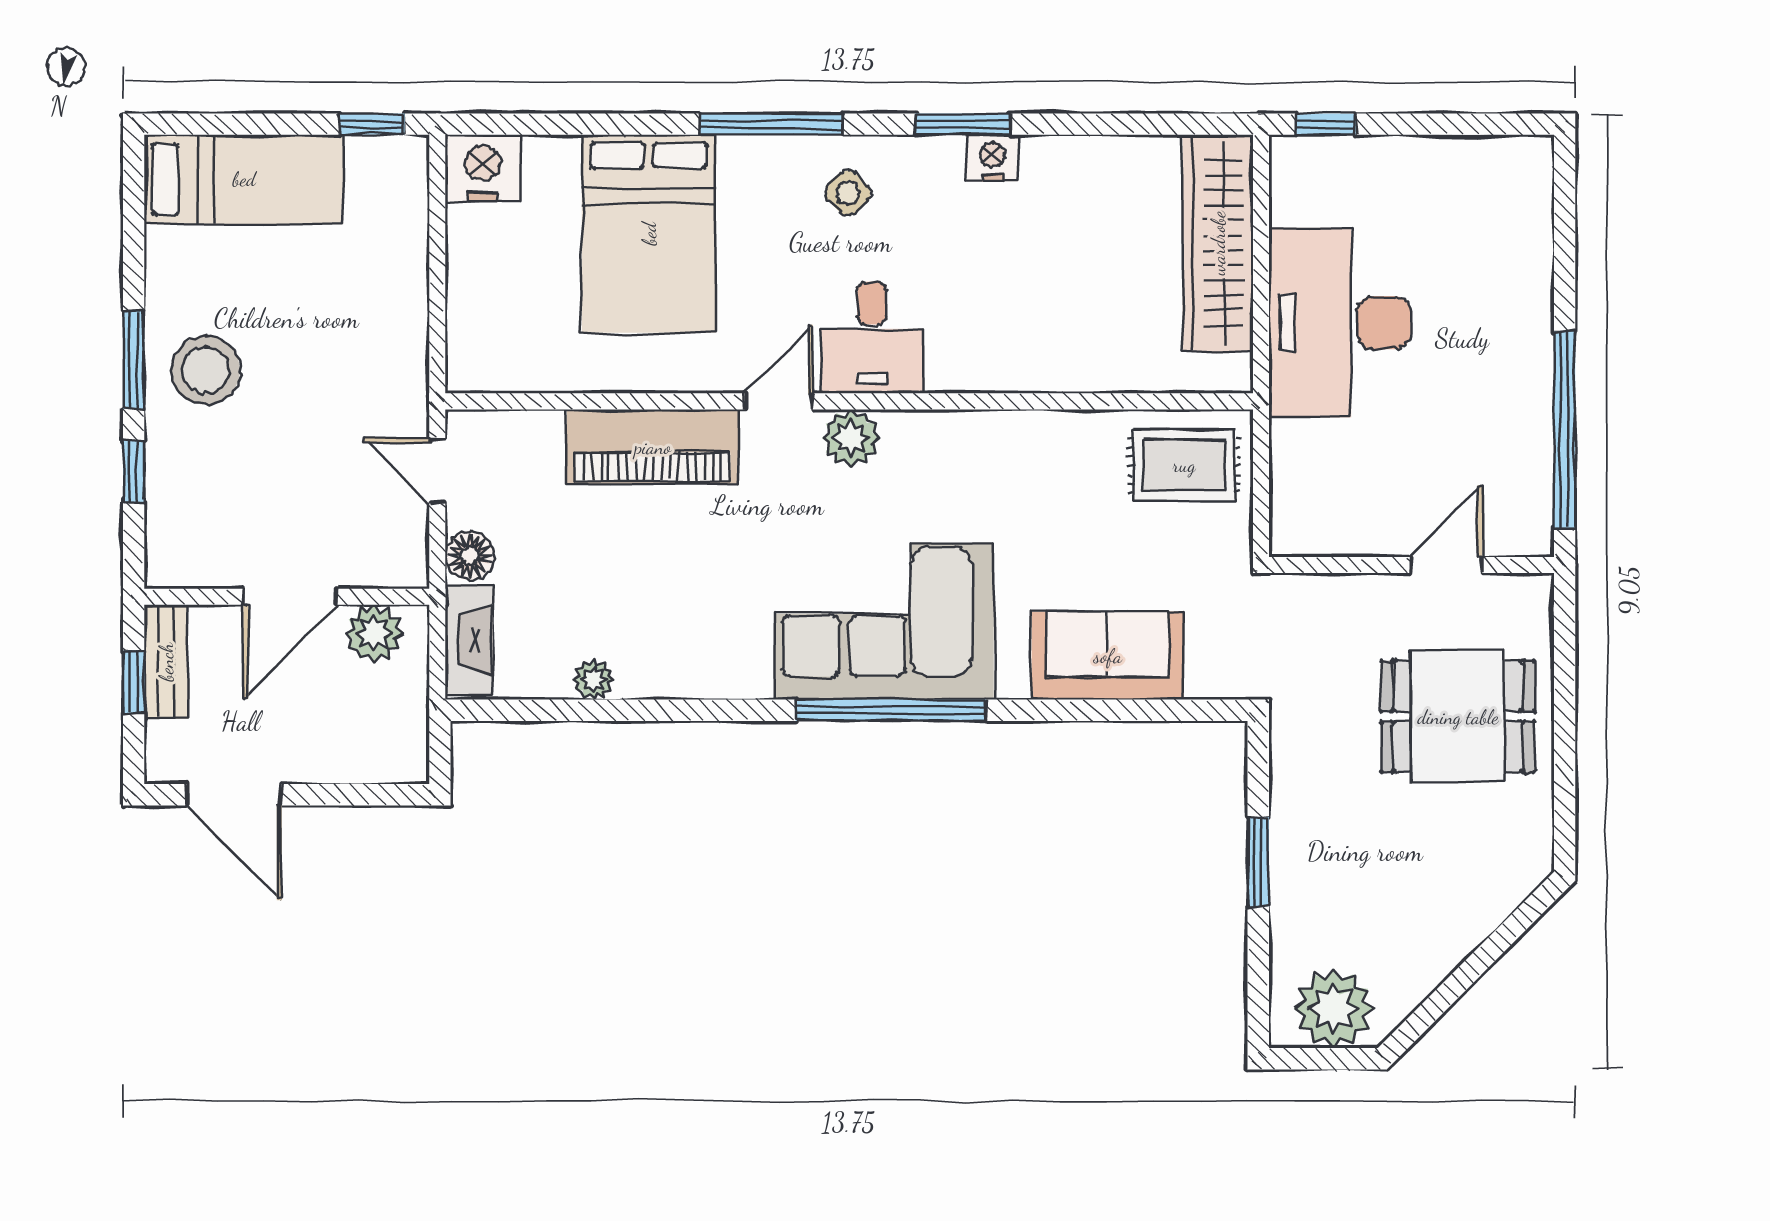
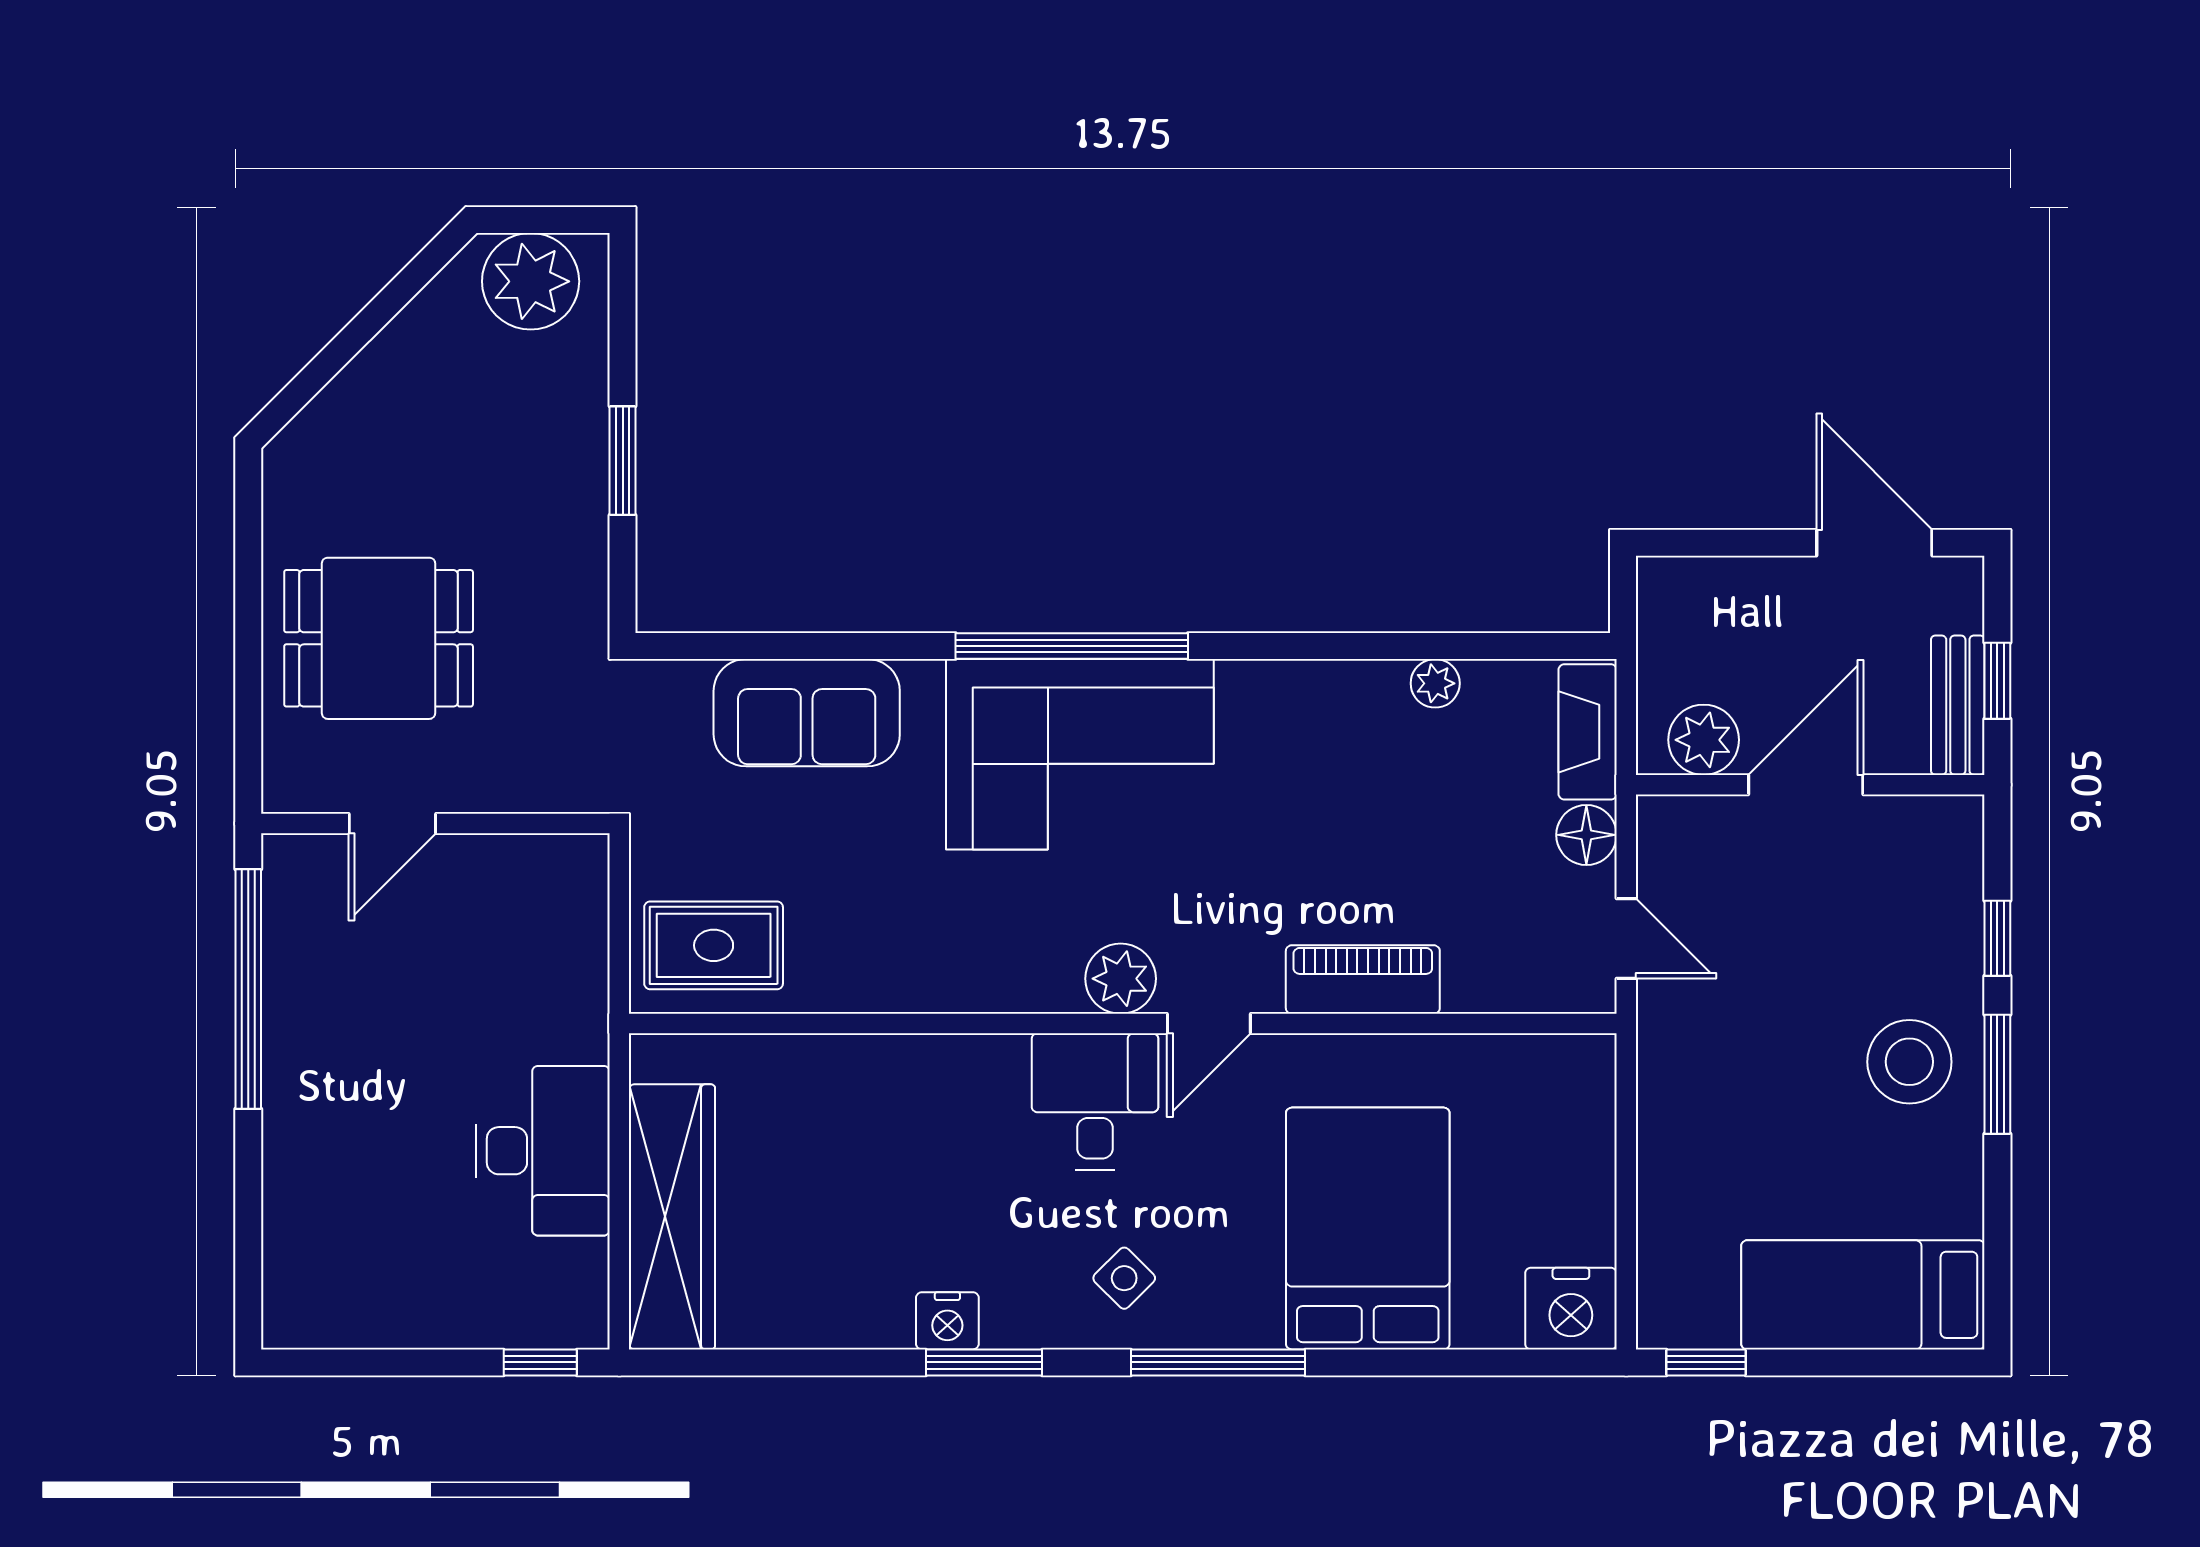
desk: (1340, 323) -> (543, 1151), width x0.73, depth x0.77
piano: (653, 447) -> (1363, 980), width x0.73, depth x0.75

